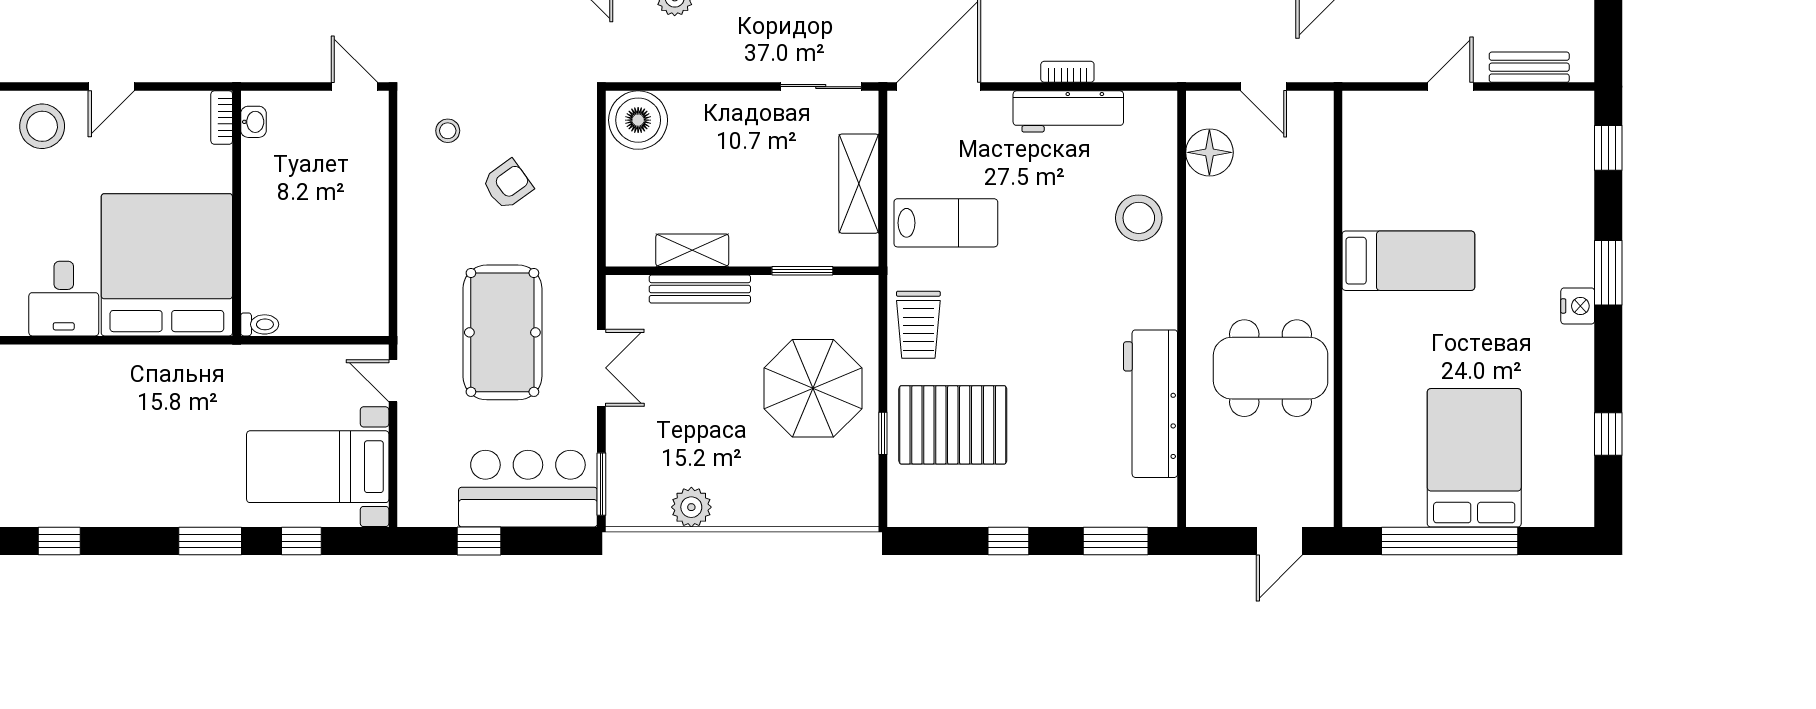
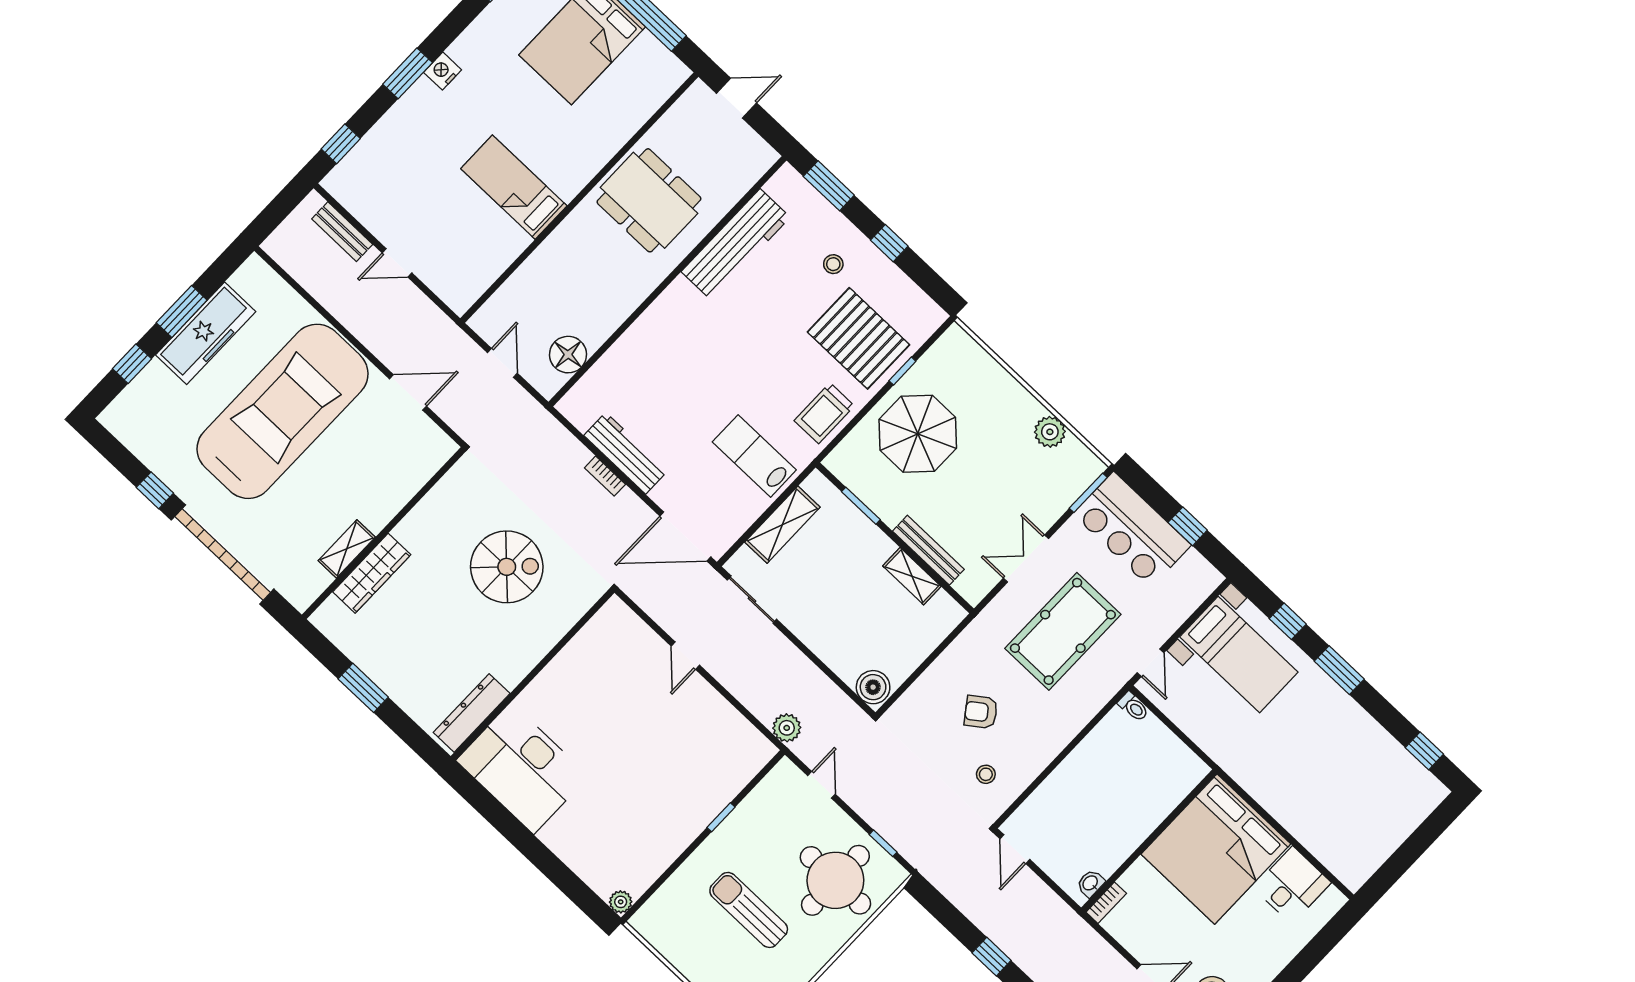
boiler: (638, 120) -> (873, 687), width x0.73, depth x0.73
stool: (1139, 218) -> (833, 264), moved, width x0.53, depth x0.53
toilet: (260, 324) -> (1133, 707), moved, turned 180
trolley: (918, 325) -> (824, 413), turned 180

